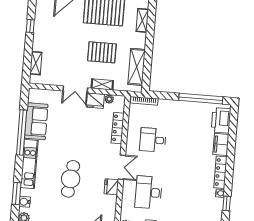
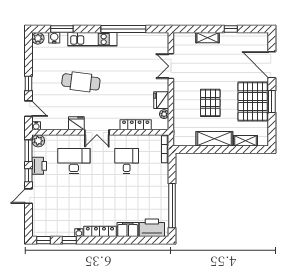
shelving: (36, 63) -> (208, 38), moved
shelving: (137, 67) -> (214, 139), moved
shelving: (102, 84) -> (178, 106), removed
double door: (75, 89) -> (171, 66), moved
sofa: (36, 121) -> (136, 43), removed

